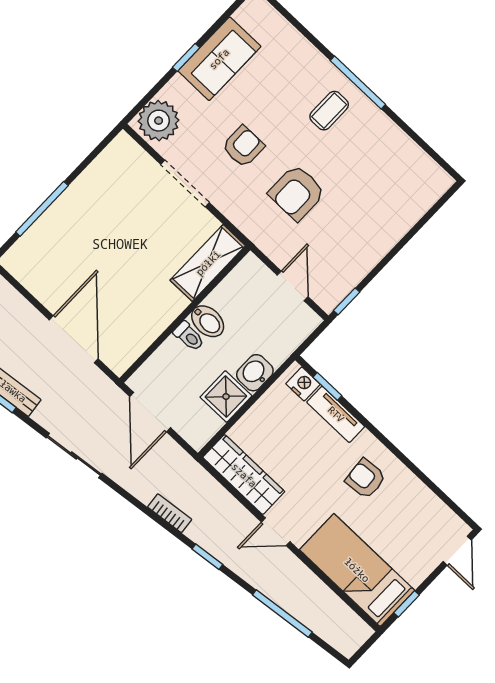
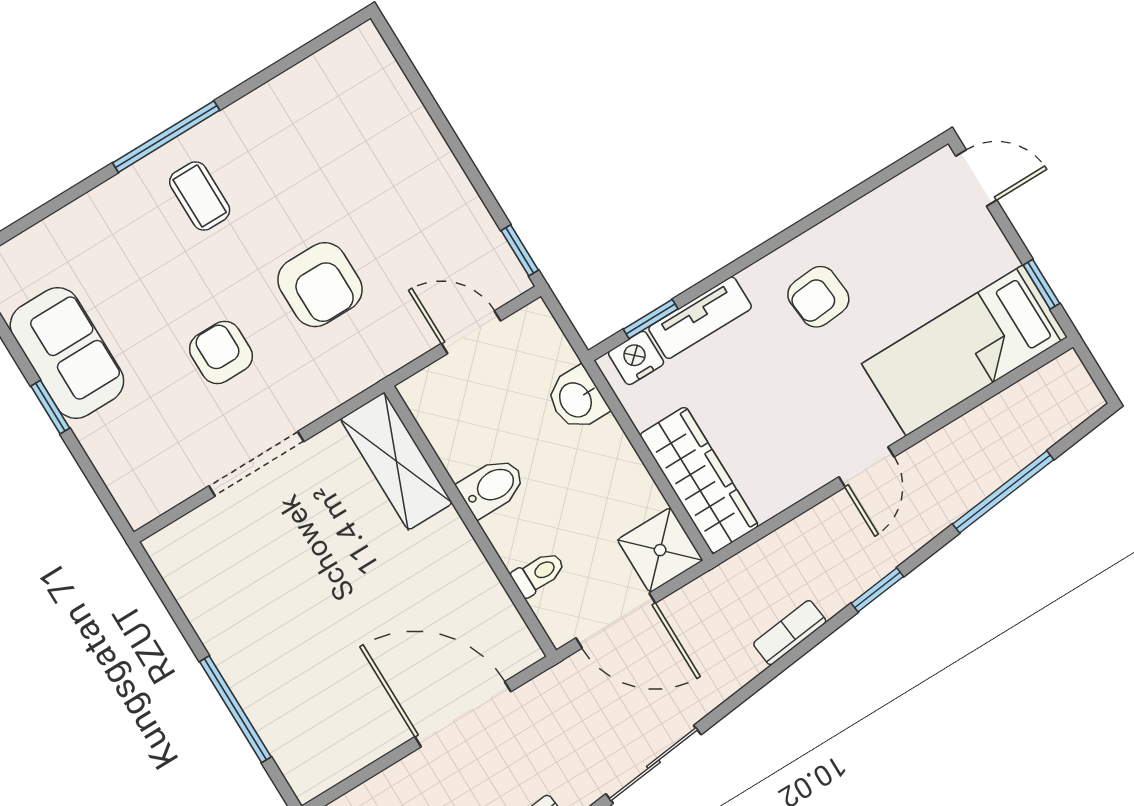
plant: (159, 121) -> (142, 480), removed
toilet: (189, 336) -> (539, 574), moved
washbasin: (255, 373) -> (577, 399), moved
shower: (226, 397) -> (660, 550), moved
wardrobe: (244, 475) -> (699, 480), moved, turned 90

